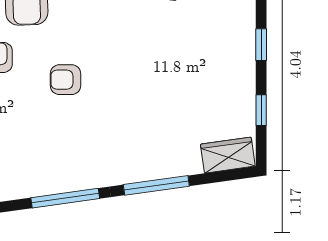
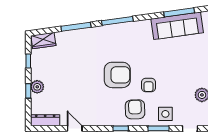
plant: (241, 53) -> (37, 87), added
armchair: (66, 80) -> (117, 75), width x1.88, depth x1.88

